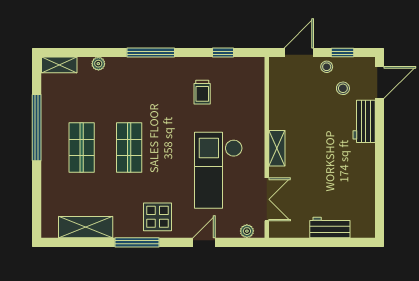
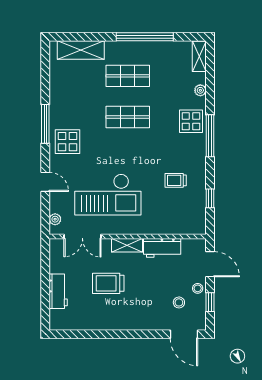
display table: (134, 74) -> (191, 121), added
workbench: (364, 121) -> (162, 248), moved, turned 180
checkout: (218, 170) -> (108, 195), turned 180
trolley: (321, 170) -> (108, 283), added
shelving: (86, 227) -> (81, 50), moved, turned 90

